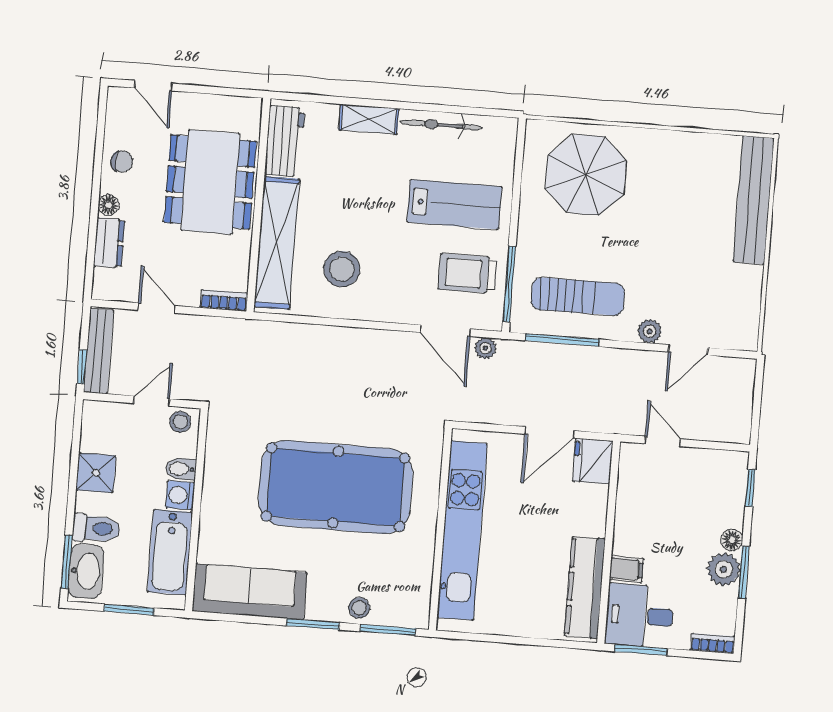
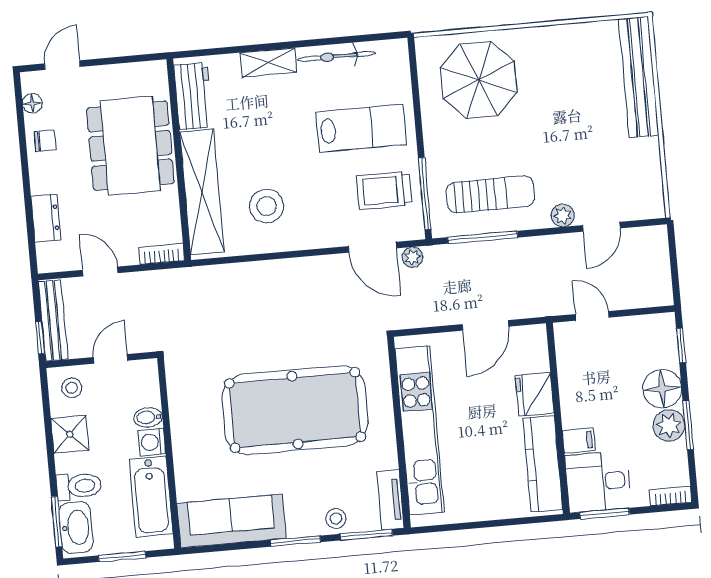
door: (153, 86) -> (62, 65), swing flipped
floor lamp: (109, 205) -> (32, 103), moved
stool: (180, 422) -> (72, 388), moved
fridge: (593, 461) -> (535, 394), moved
floor lamp: (732, 540) -> (662, 389), width x1.89, depth x1.89
tv unit: (419, 598) -> (390, 500), added

